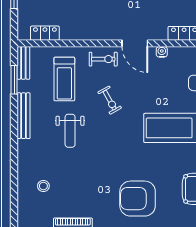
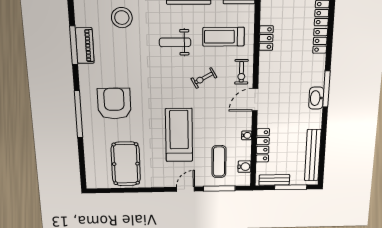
locker: (45, 33) -> (266, 38), moved
water cooler: (162, 52) -> (247, 135), moved
stool: (43, 186) -> (122, 18), width x1.89, depth x1.89

